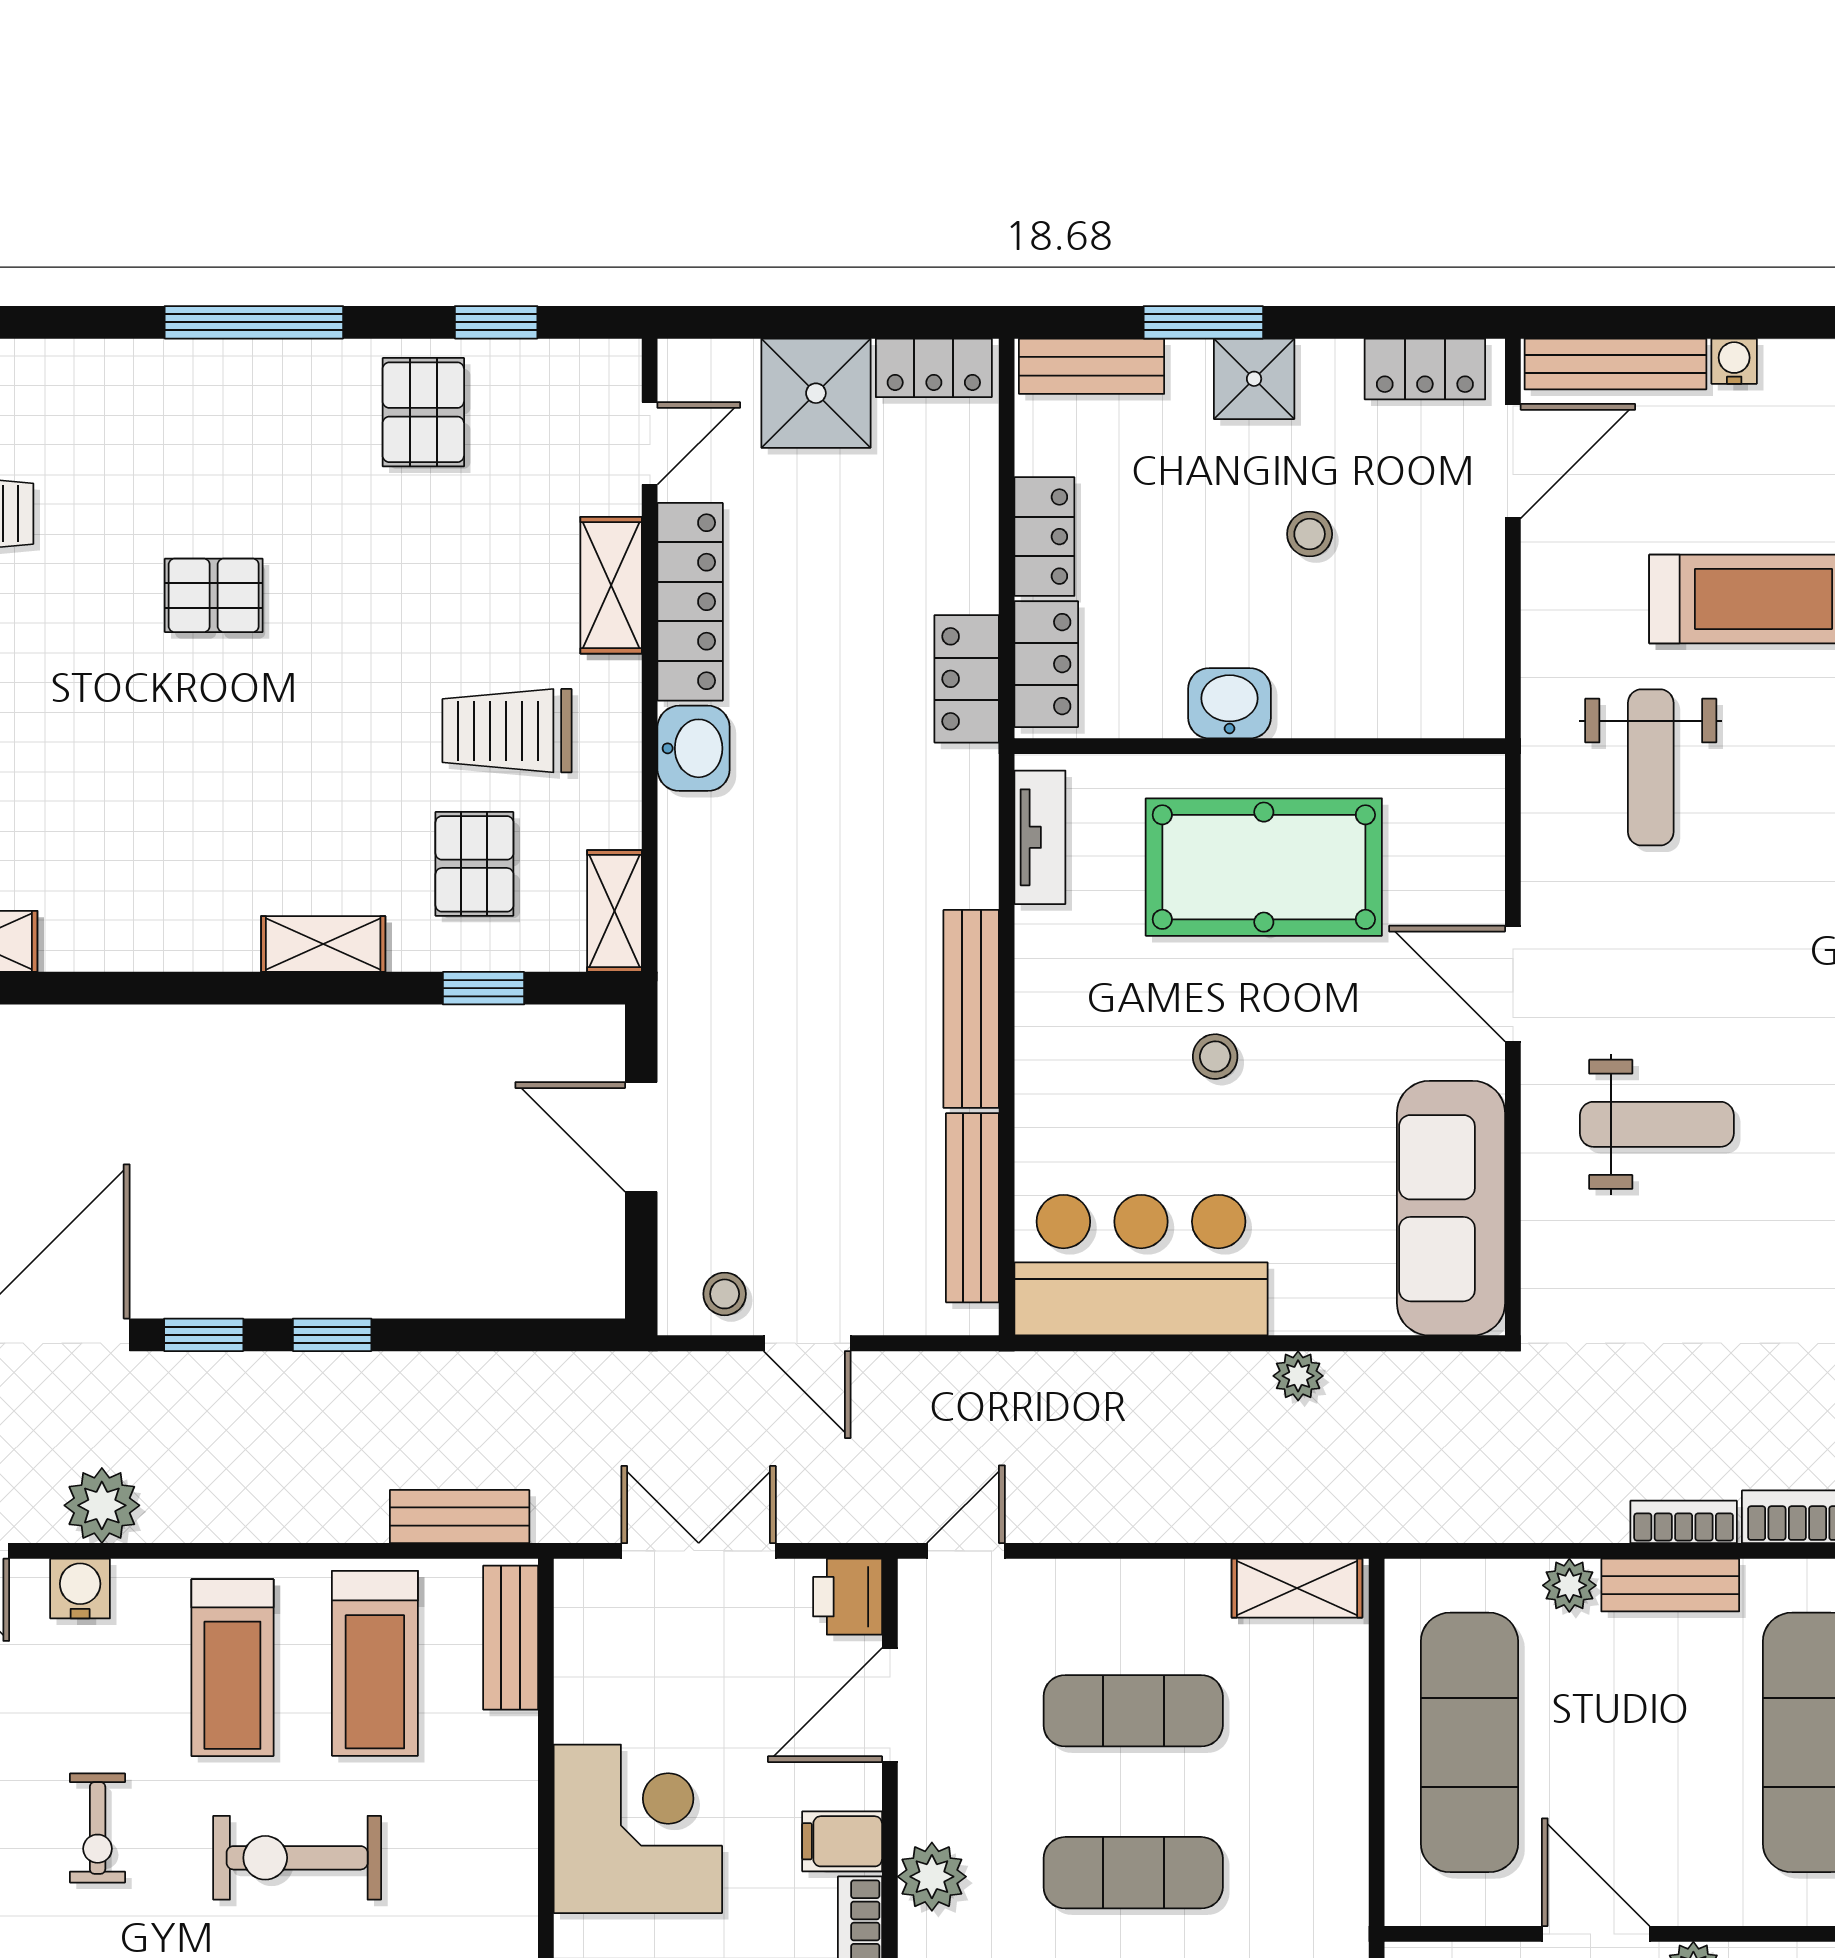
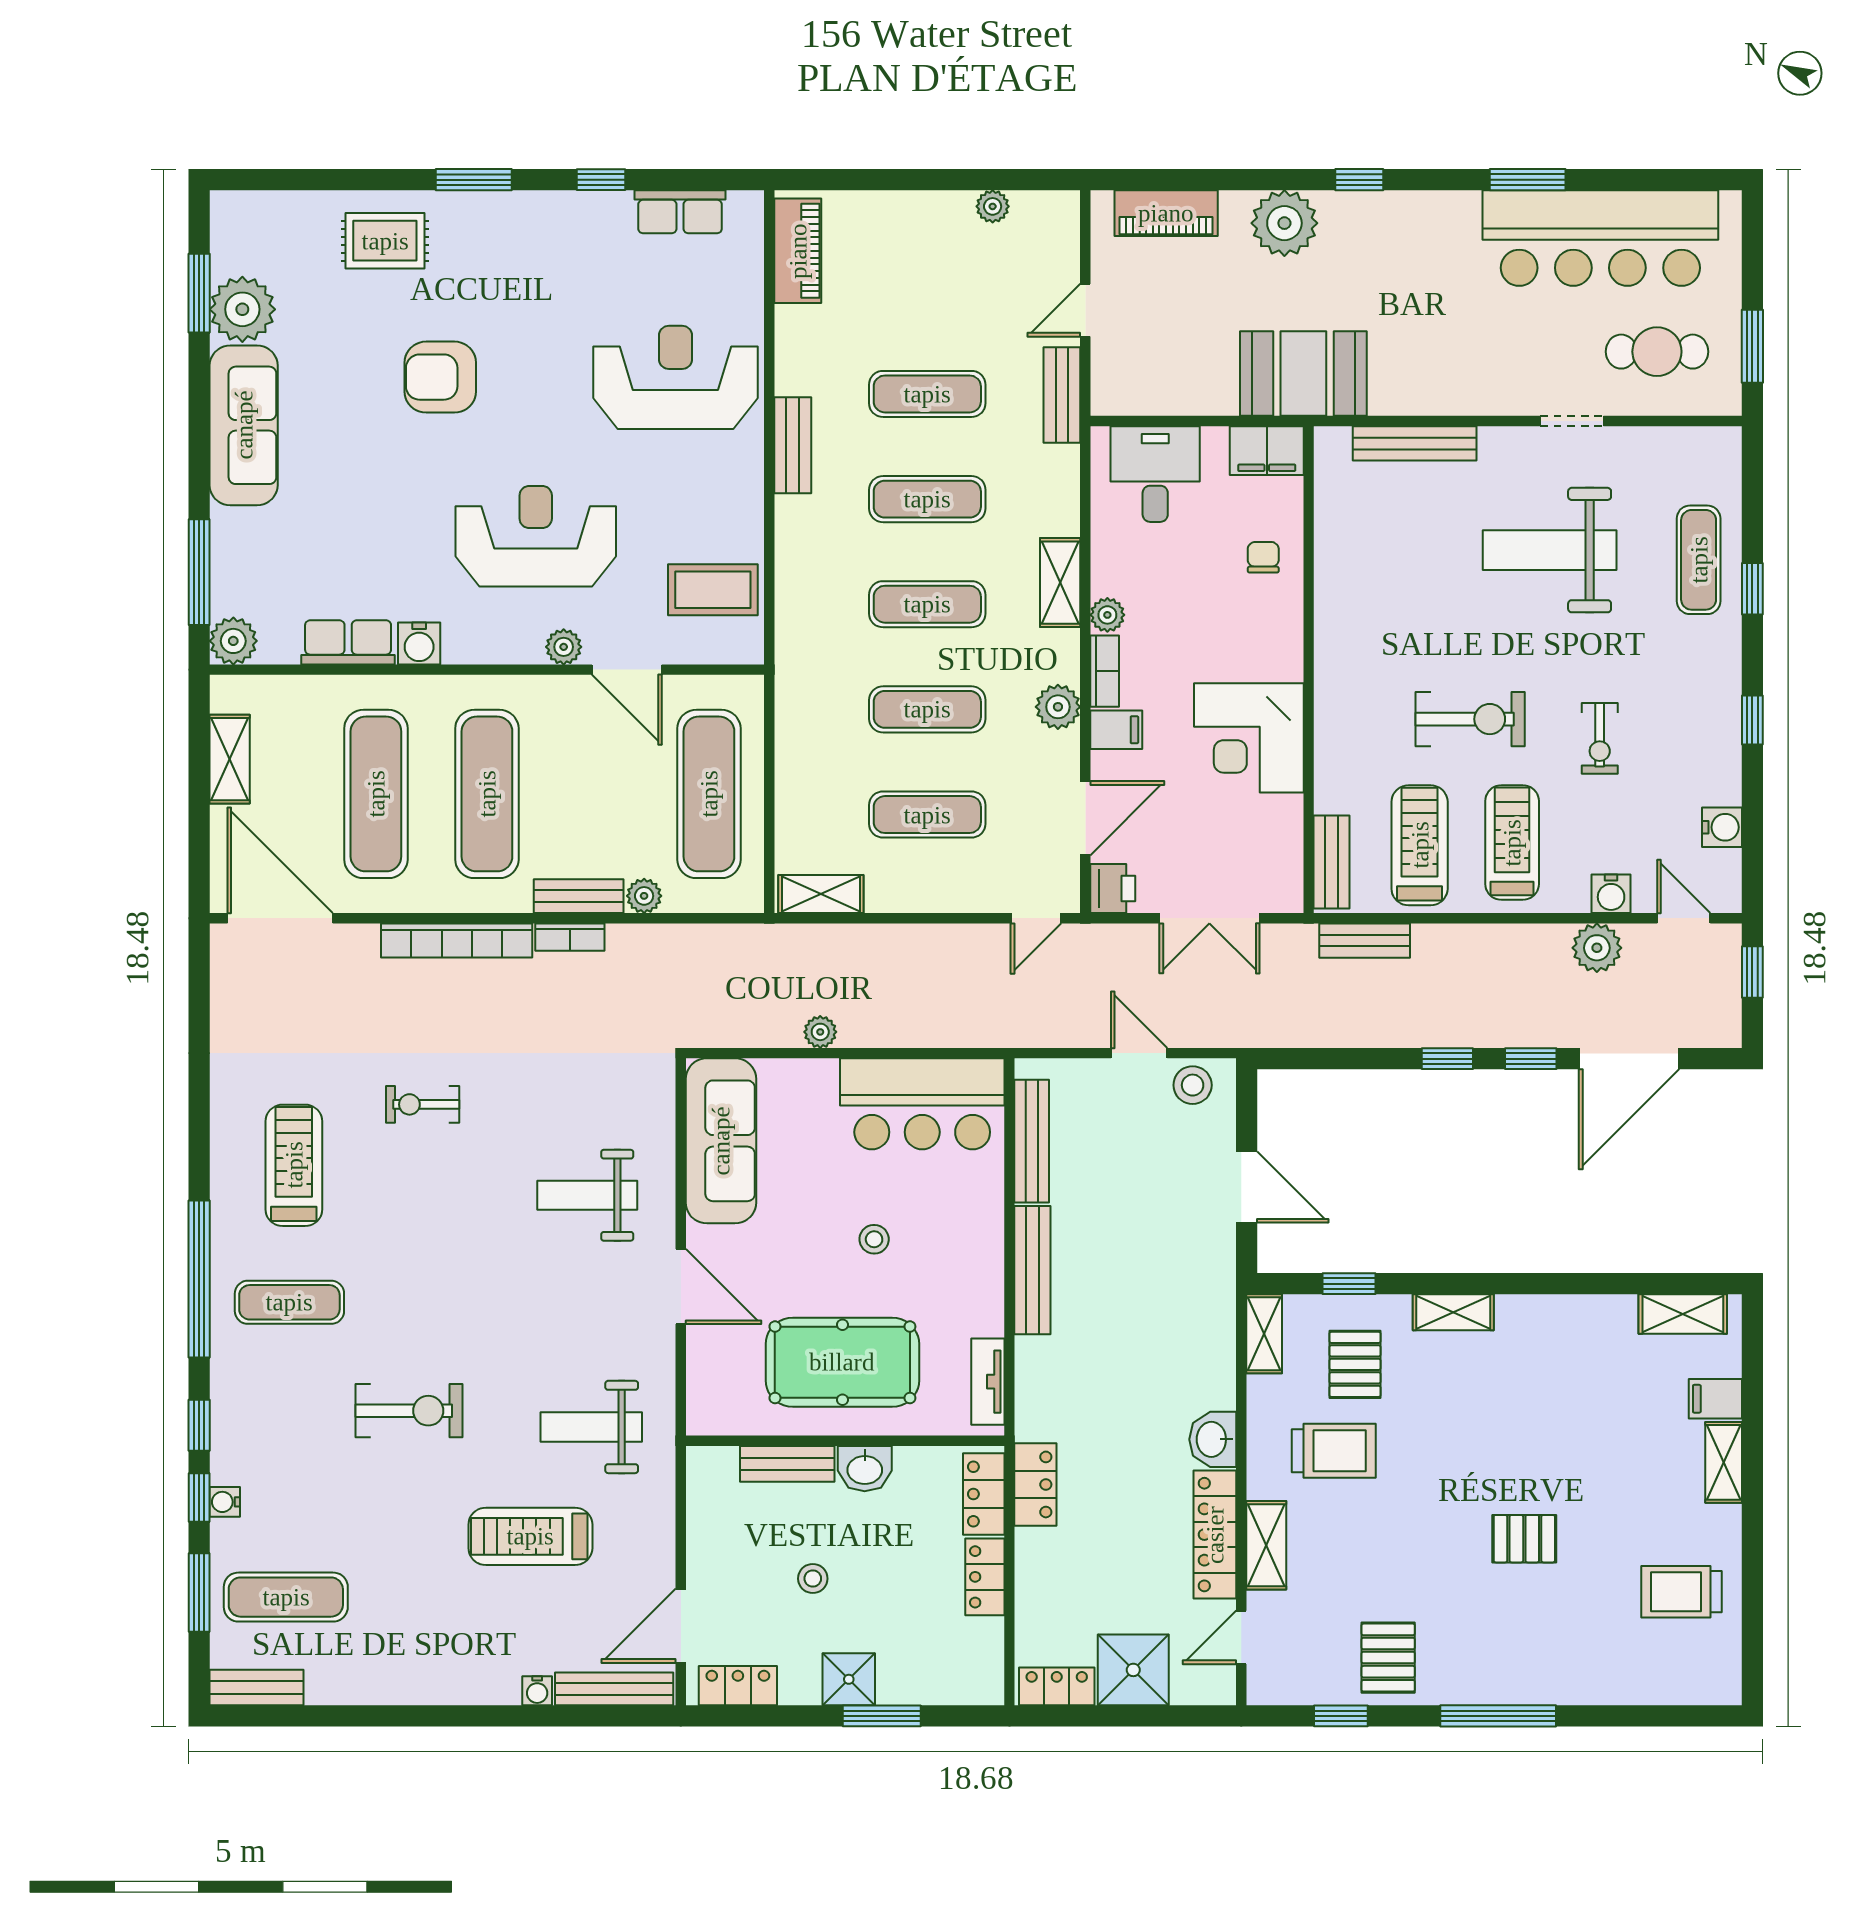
bench: (1092, 366) -> (787, 1464), moved
weight bench: (1651, 767) -> (591, 1427), turned -90
stool: (725, 1294) -> (1193, 1085), width x1.37, depth x1.37
exercise bike: (98, 1828) -> (1600, 738), turned 180

